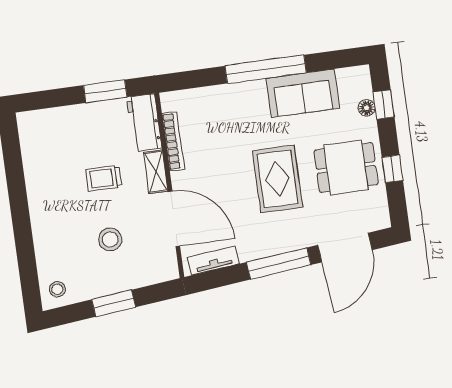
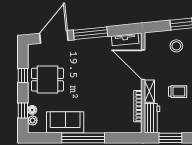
plant: (363, 89) -> (33, 120), added
rug: (277, 179) -> (85, 78), removed
stool: (110, 239) -> (176, 46), moved

